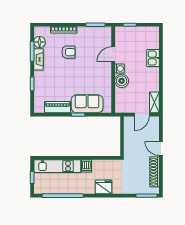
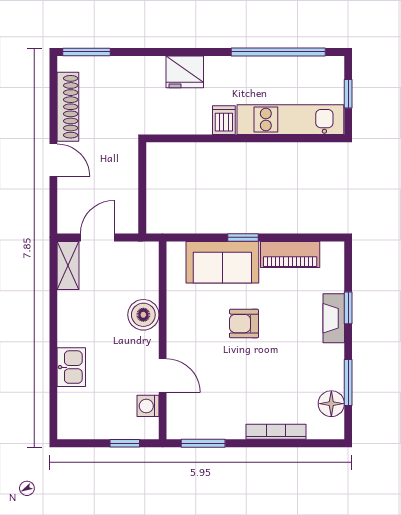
armchair: (68, 52) -> (244, 324), moved
door: (113, 54) -> (163, 376), hinge flipped
fireplace: (38, 59) -> (334, 318), moved
washing machine: (120, 68) -> (148, 406), moved

